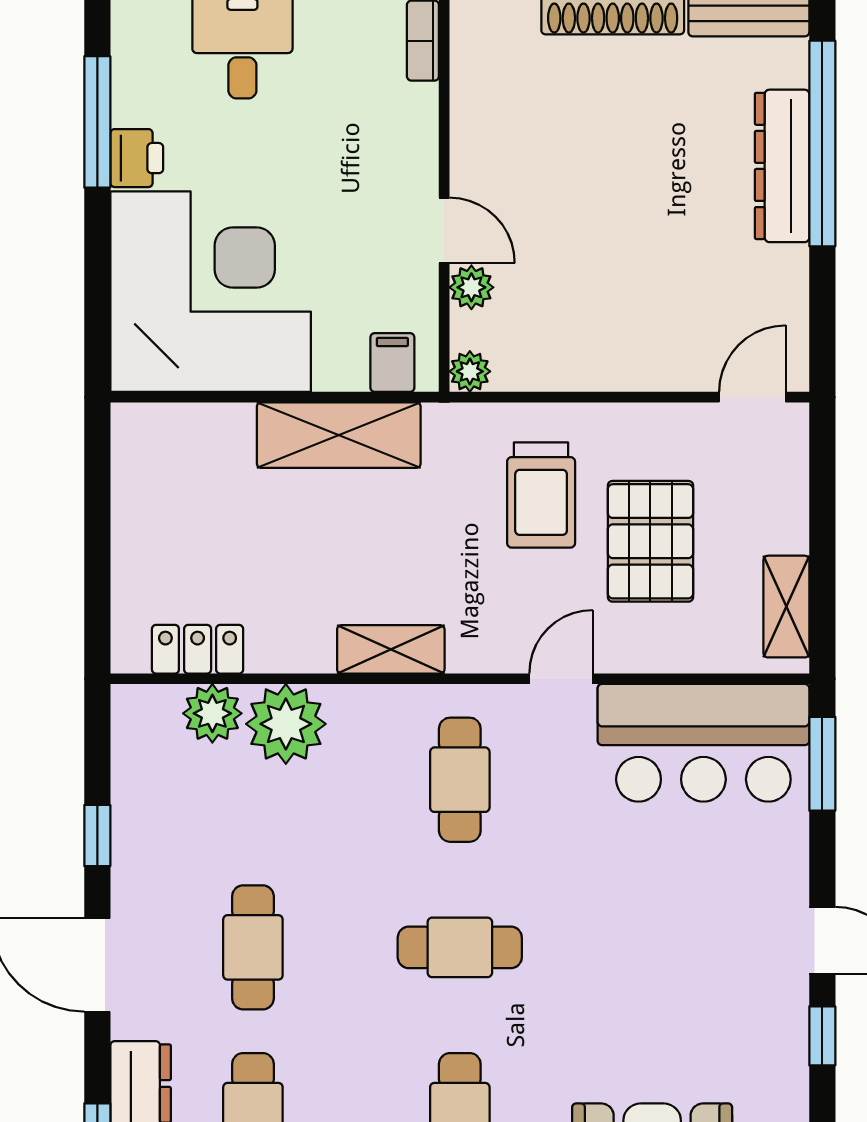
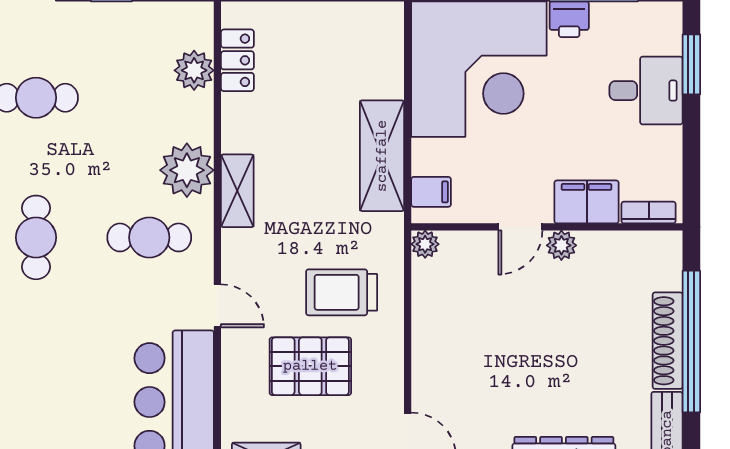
filing cabinet: (407, 132) -> (587, 202), added
plant: (471, 287) -> (561, 245), moved
plant: (286, 724) -> (187, 170), moved

